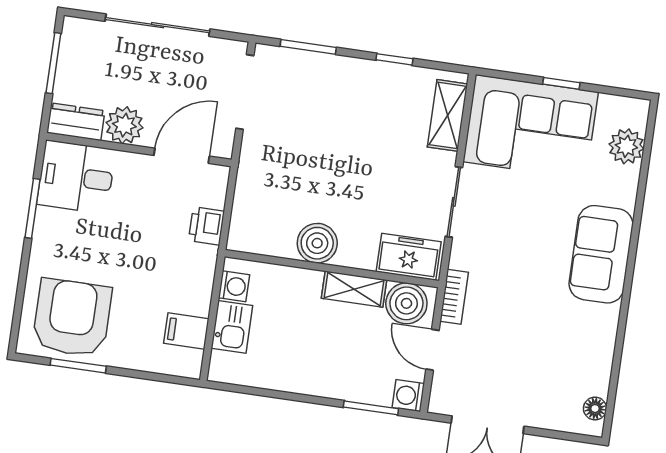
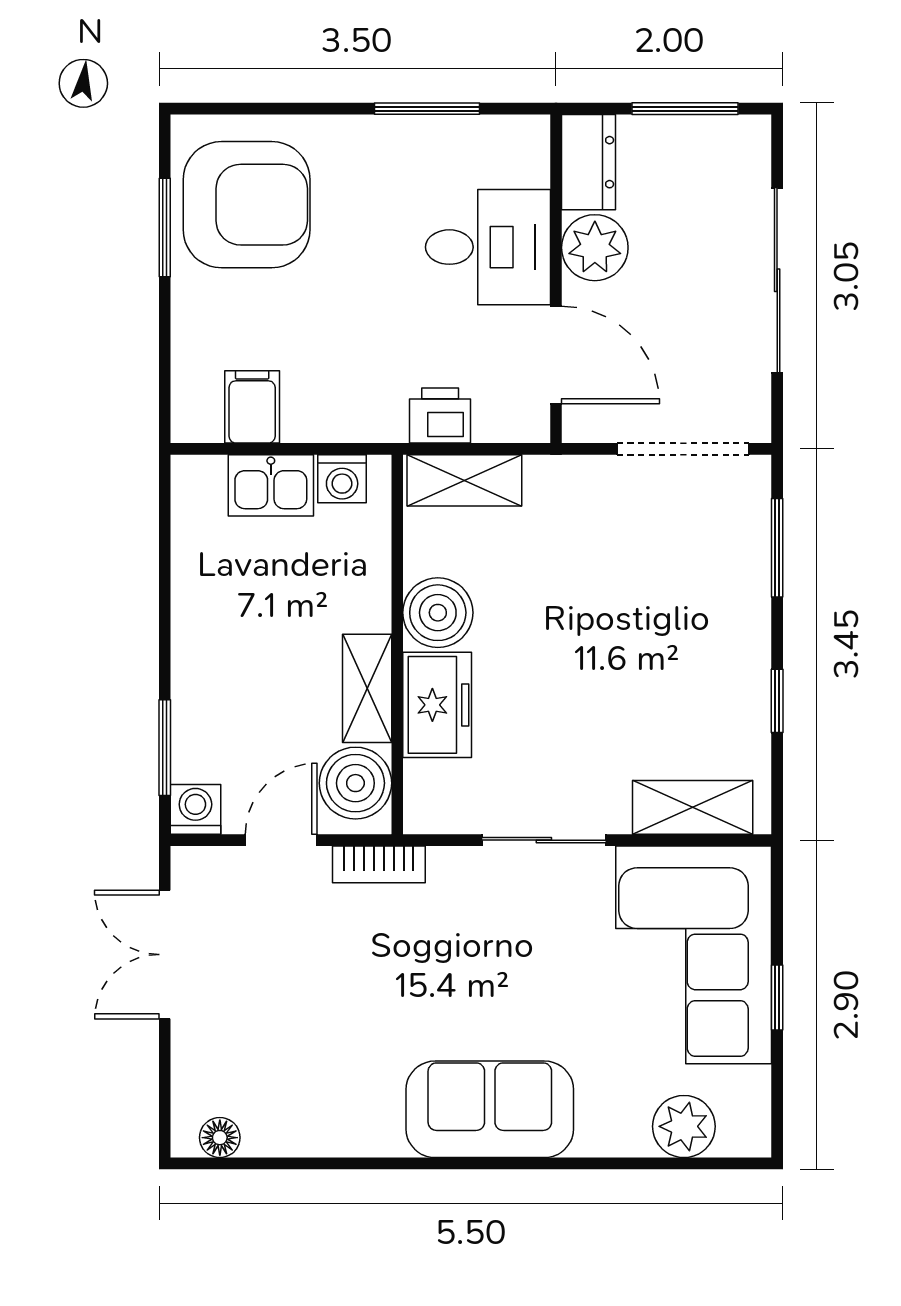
desk: (76, 177) -> (488, 247), moved, turned 90
shelving: (245, 217) -> (464, 480), added
freezer: (409, 257) -> (437, 705), moved

